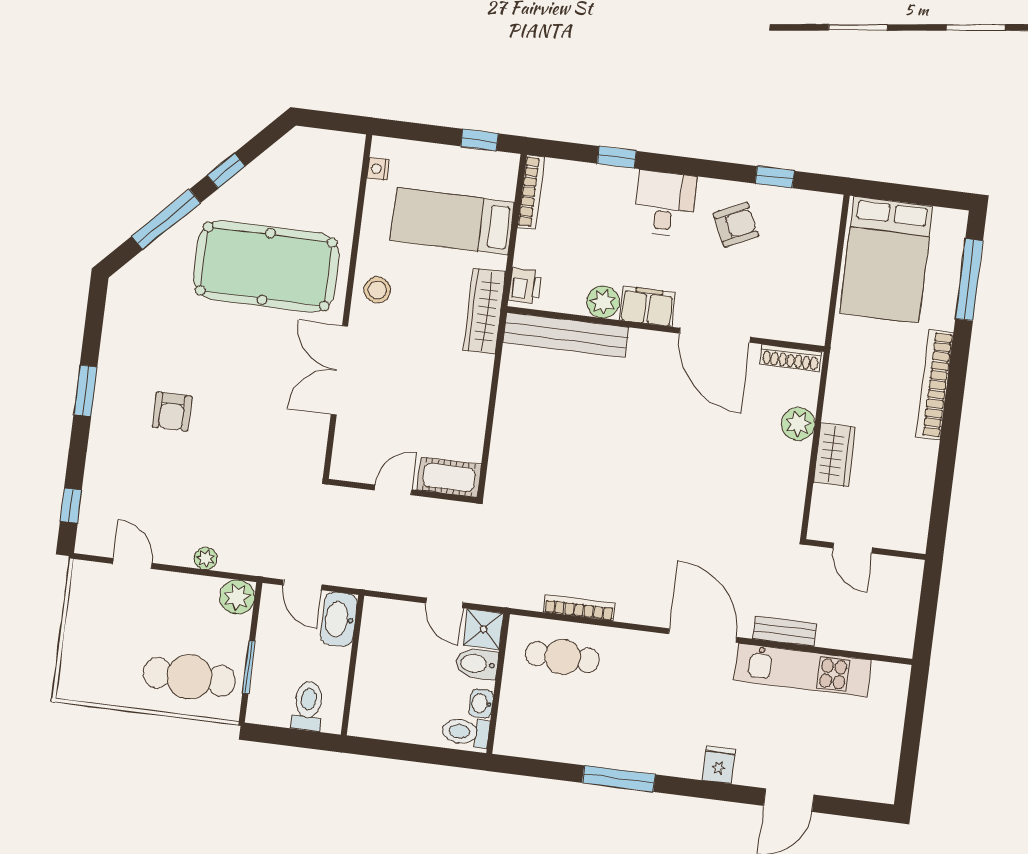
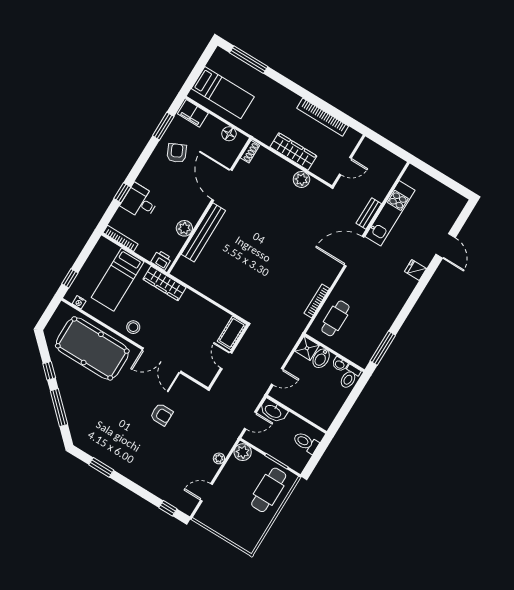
window: (479, 140) -> (70, 278), moved
window: (775, 177) -> (163, 126), width x1.50
desk: (665, 203) -> (140, 202), moved
bed: (886, 260) -> (223, 93), width x0.67
pool table: (266, 266) -> (92, 348), moved, turned 90
floor lamp: (815, 305) -> (229, 134), added
filing cabinet: (647, 306) -> (193, 113), moved, turned -90
bench: (566, 335) -> (203, 232), moved
door: (715, 335) -> (222, 185), swing flipped
shoe rack: (791, 358) -> (250, 152), width x0.70
bookcase: (935, 385) -> (323, 117), moved
window: (85, 391) -> (101, 467), moved
armchair: (172, 411) -> (162, 414), moved
plant: (798, 424) -> (301, 179), moved
wardrobe: (834, 455) -> (293, 152), width x1.50
door: (444, 603) -> (277, 377), moved
window: (619, 779) -> (383, 348), moved

